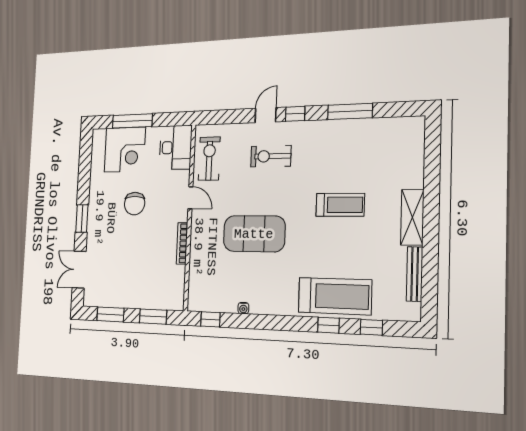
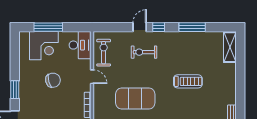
chair: (135, 204) -> (53, 80), turned -104
shelving: (412, 217) -> (230, 47), moved

